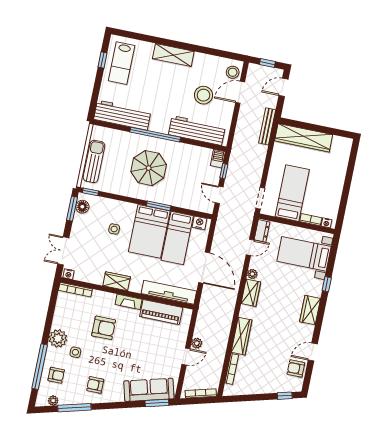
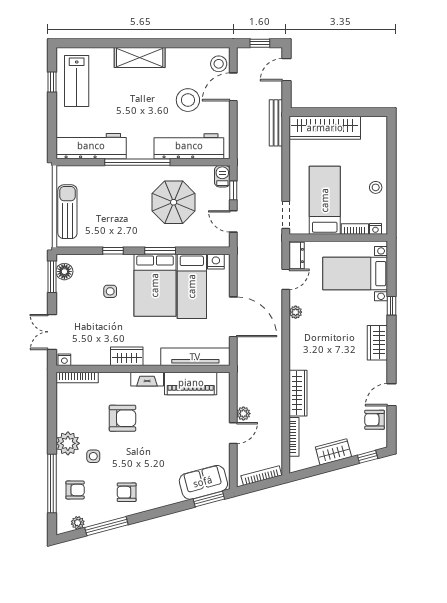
parasol: (149, 168) -> (174, 202), moved
stool: (333, 191) -> (376, 187), added
window: (91, 192) -> (113, 251), moved
wardrobe: (251, 293) -> (333, 452), moved, turned -105
sofa: (149, 390) -> (203, 482), width x0.73

